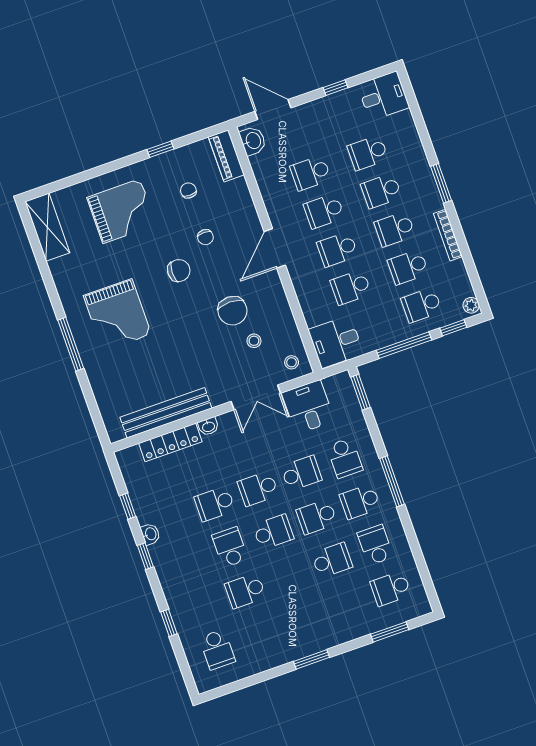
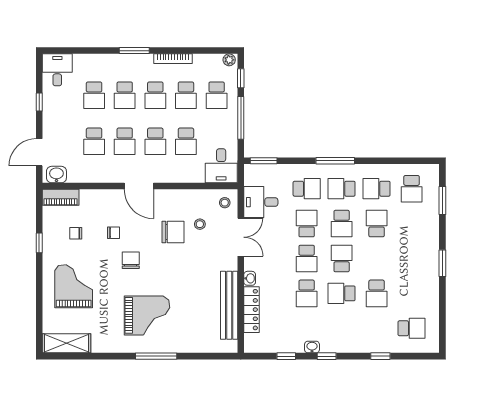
school desk: (360, 501) -> (342, 189), turned 90

